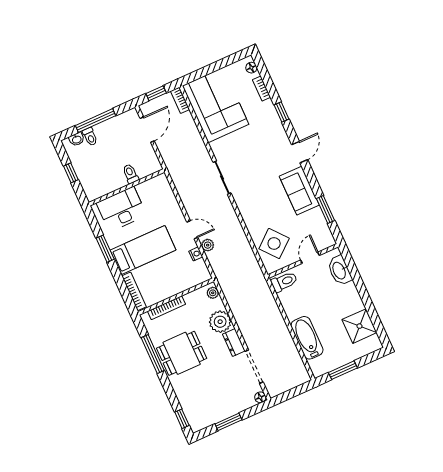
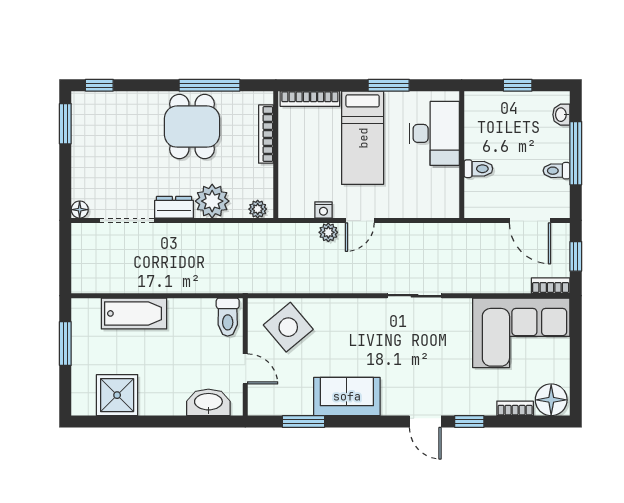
floor lamp: (251, 68) -> (551, 400), width x1.89, depth x1.89
toilet: (90, 137) -> (557, 171), moved
door: (300, 152) -> (425, 422), moved
window: (229, 422) -> (65, 124), moved

